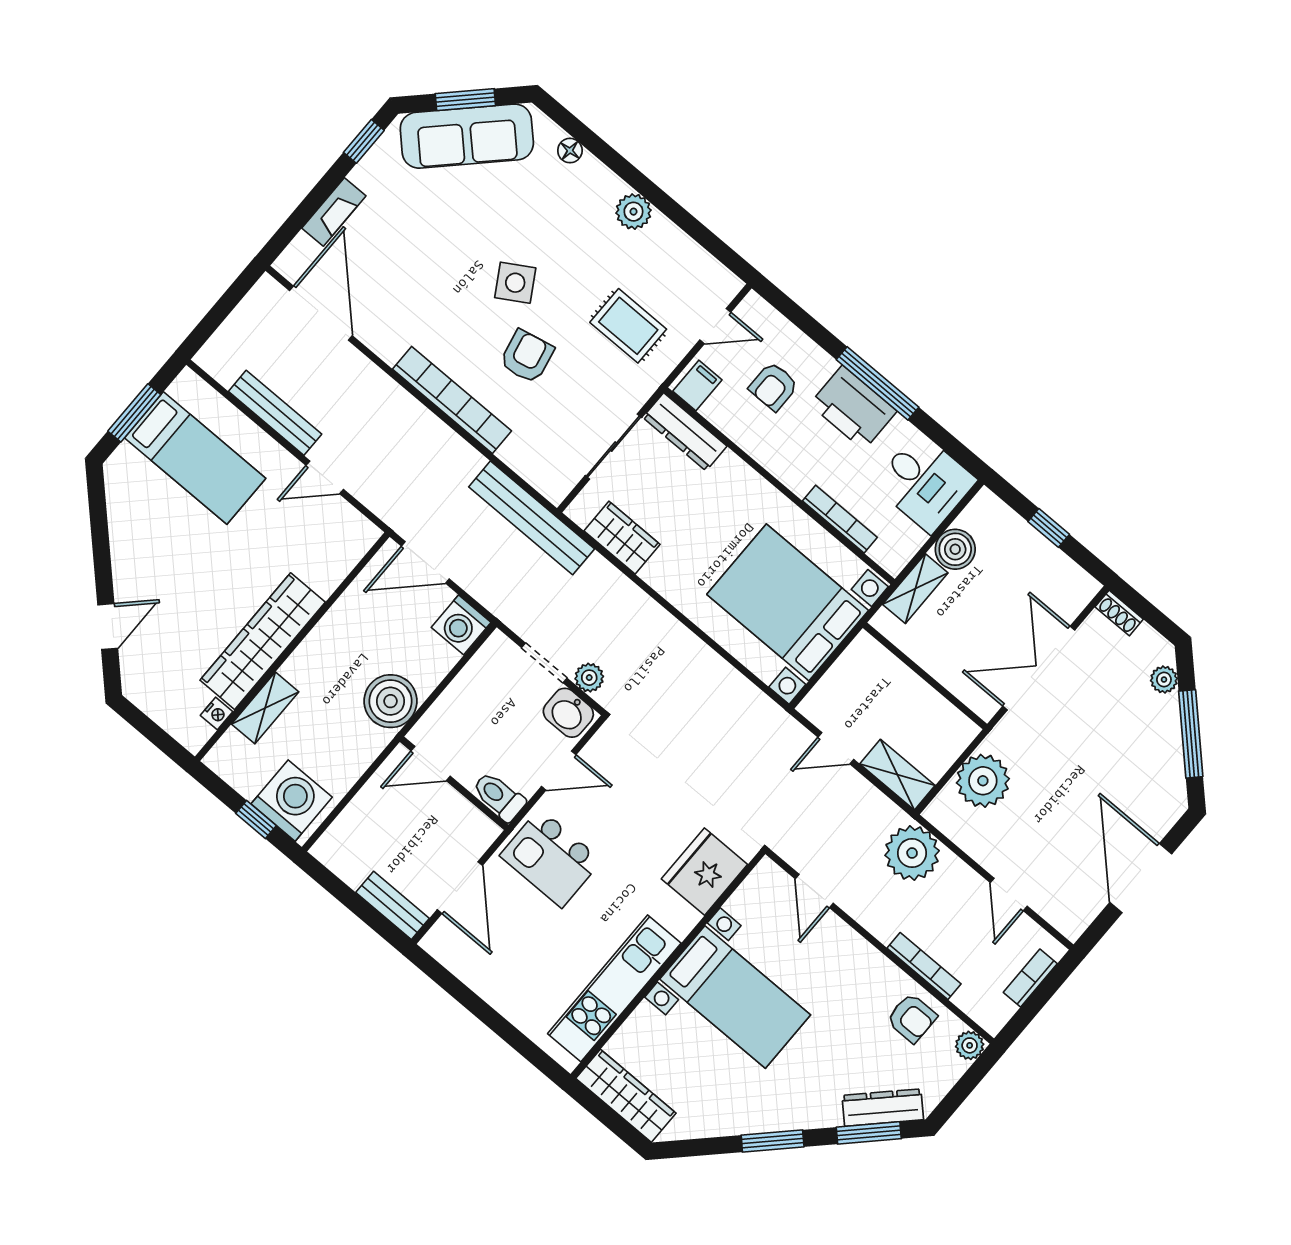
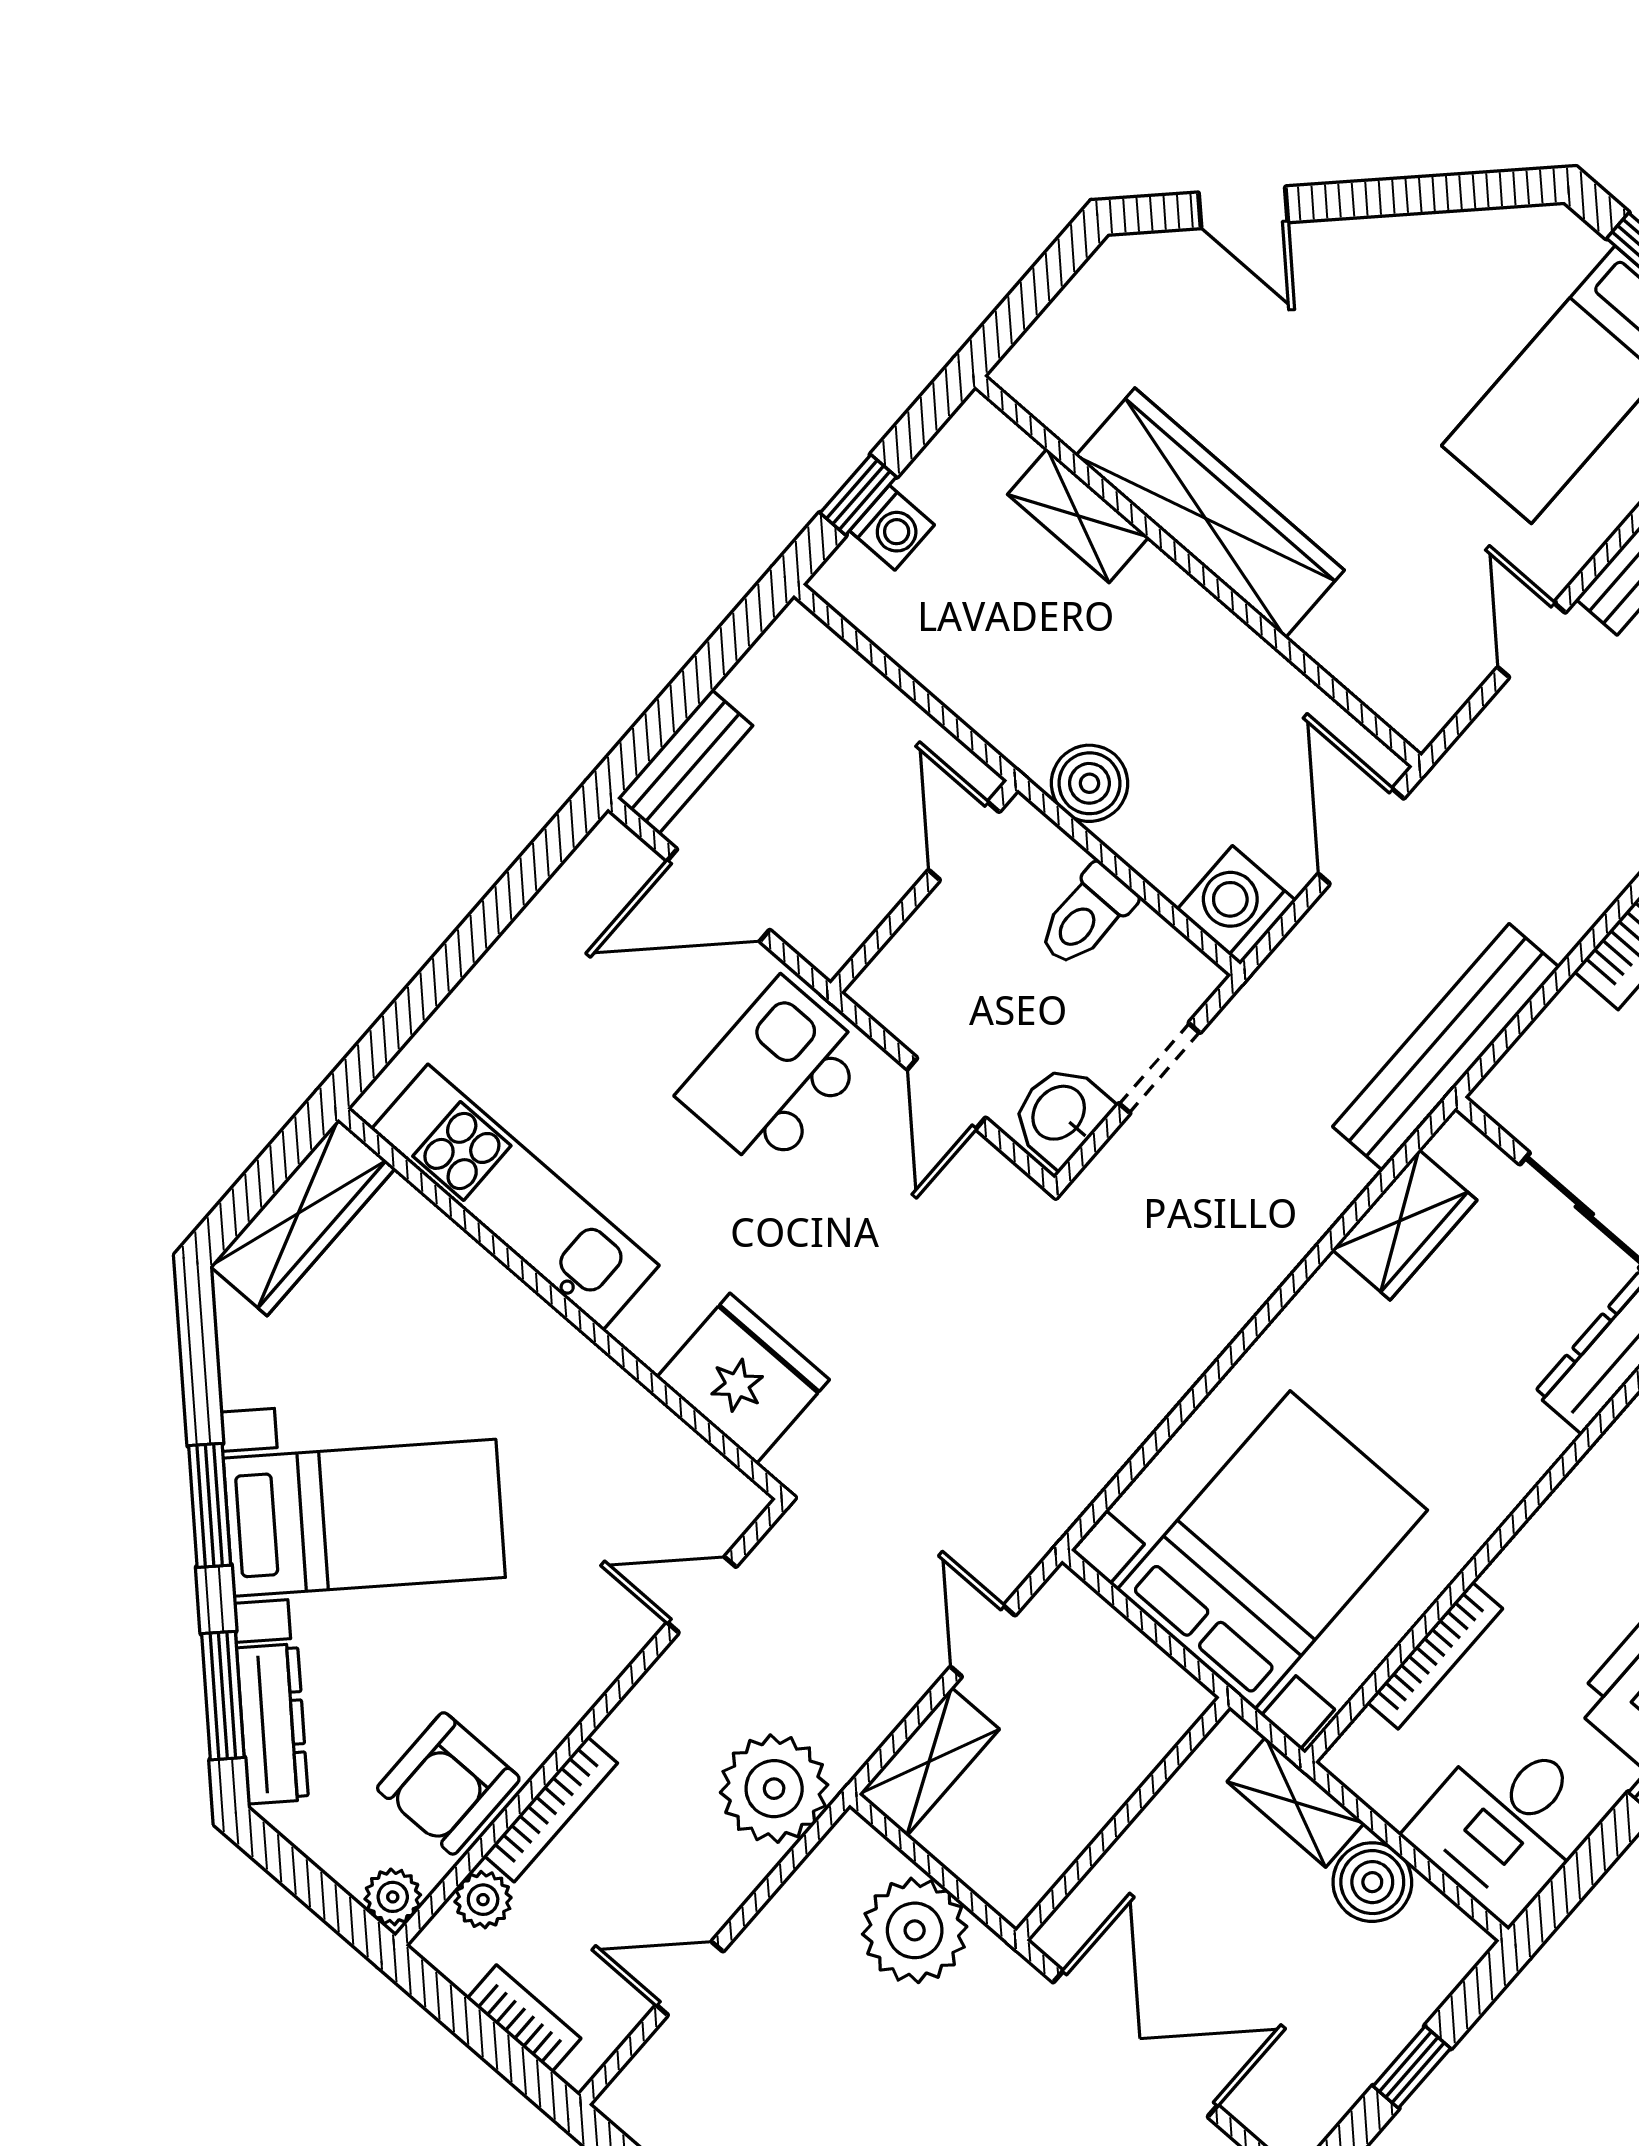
plant: (589, 678) -> (483, 1900), moved
boiler: (391, 701) -> (1089, 783), width x0.73, depth x0.73
nightstand: (217, 714) -> (1068, 420), removed
toilet: (499, 796) -> (1086, 916), moved, turned 180
washing machine: (292, 801) -> (892, 528), width x0.53, depth x0.53
bed with nightstands: (735, 997) -> (364, 1518), moved, turned -135
armchair: (912, 1018) -> (448, 1783), width x1.38, depth x1.38

